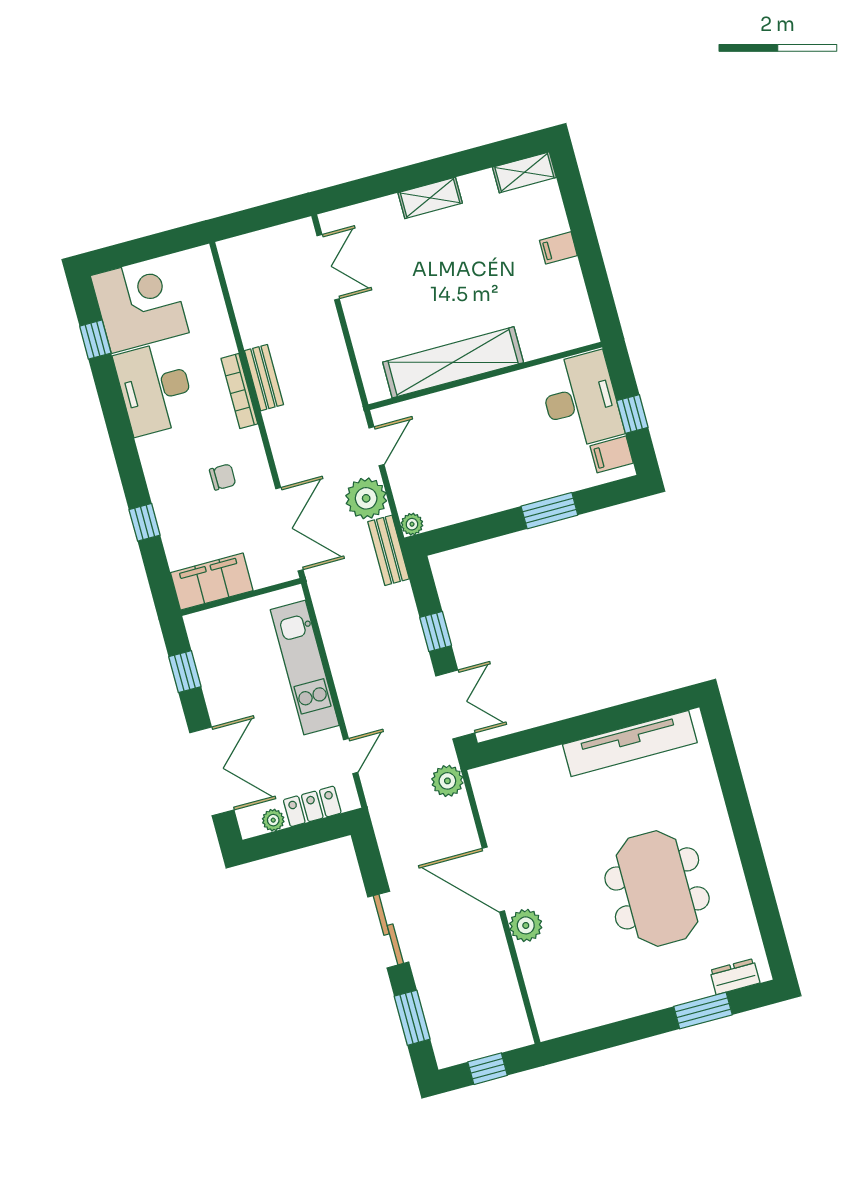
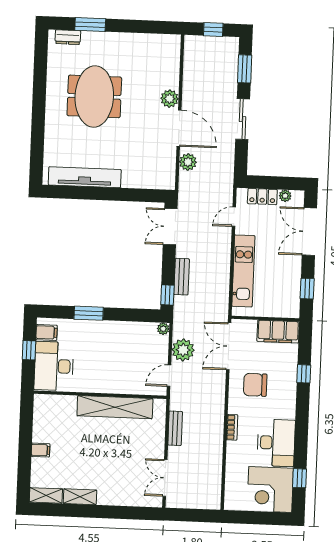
shelving: (430, 198) -> (80, 497), moved
bench: (264, 378) -> (175, 428), moved
bookcase: (239, 391) -> (232, 427), width x0.64
chair: (223, 477) -> (255, 385), width x1.87, depth x1.87
bench: (388, 550) -> (182, 277), moved
window: (436, 632) -> (167, 295), moved
plant: (447, 781) -> (188, 162), moved

